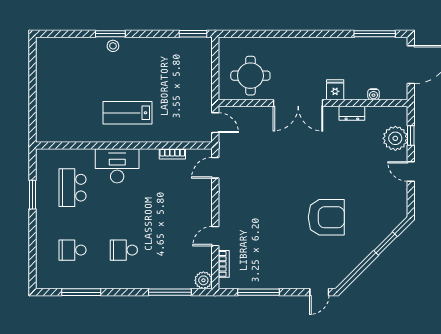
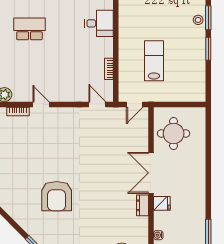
window: (193, 34) -> (208, 49), moved
lab bench: (127, 113) -> (154, 61), moved
dresser: (352, 113) -> (142, 205), moved
desk: (117, 166) -> (99, 23), width x0.73
school desk: (124, 250) -> (29, 29), width x1.85

